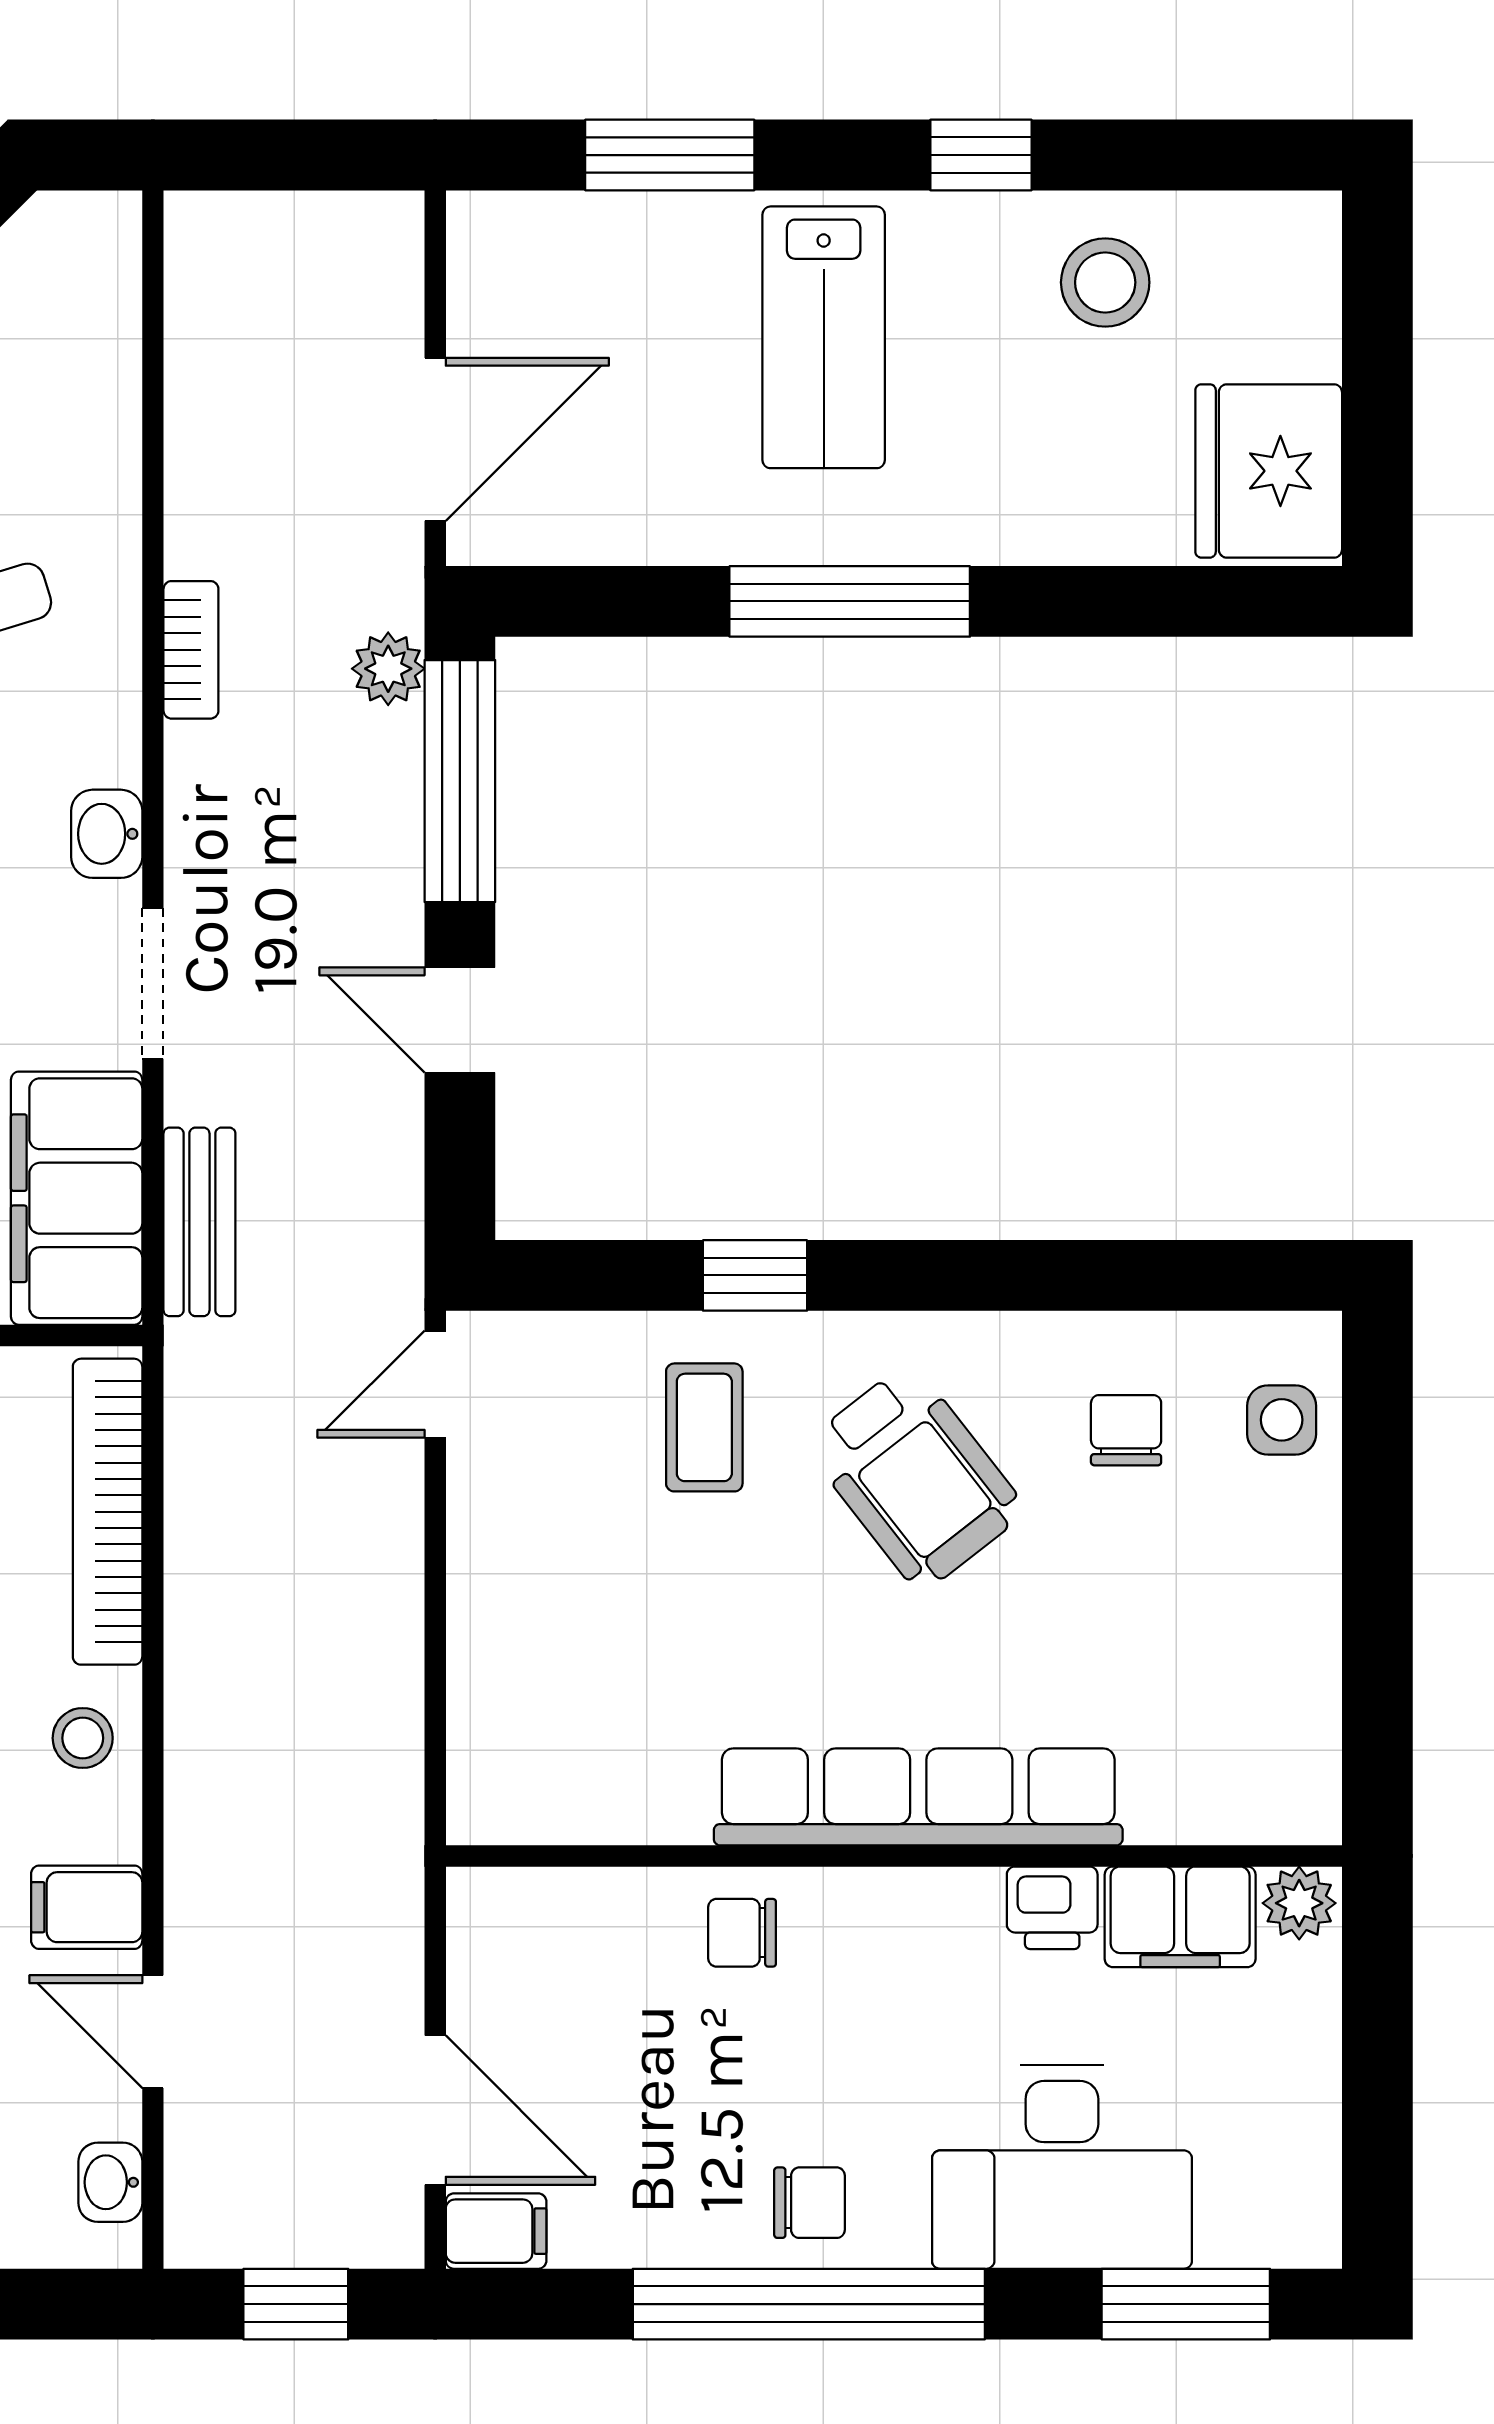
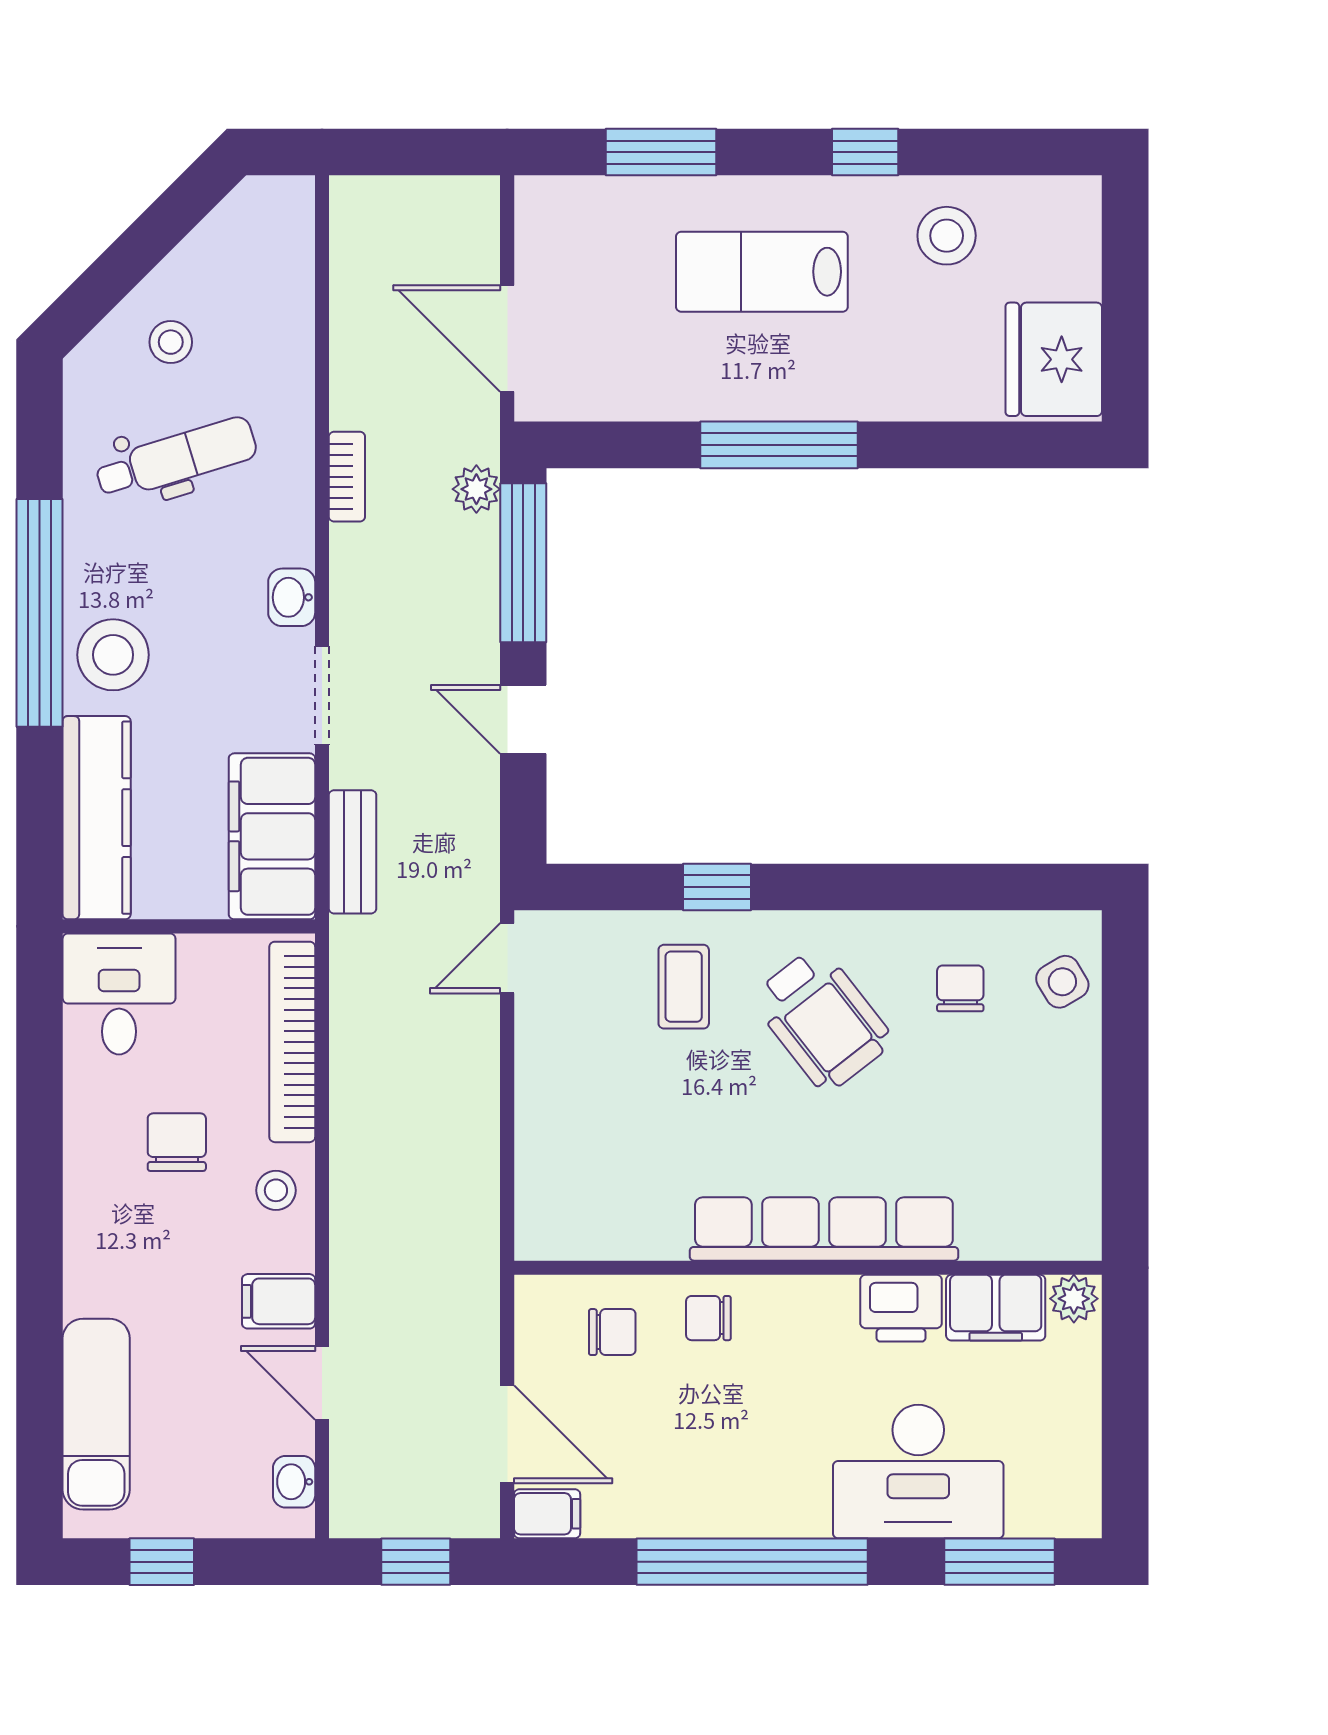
lab bench: (824, 337) -> (762, 272), turned 90
door: (435, 439) -> (507, 339), swing flipped
side table: (1282, 1420) -> (1062, 982), turned -31
printer: (1052, 1908) -> (901, 1308), width x1.36, depth x1.24
chair: (809, 2203) -> (612, 1332), moved

